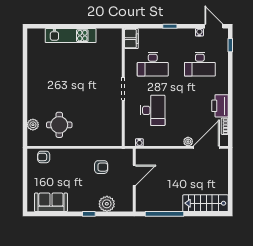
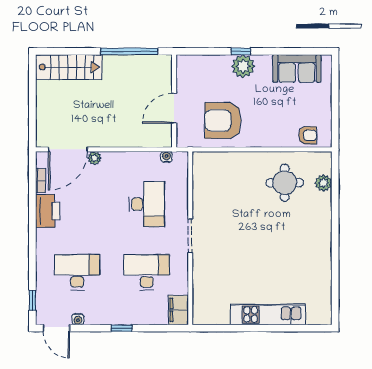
desk: (153, 110) -> (147, 204), turned 180
armchair: (101, 167) -> (223, 120), width x1.88, depth x1.88
plant: (107, 204) -> (243, 66), moved

